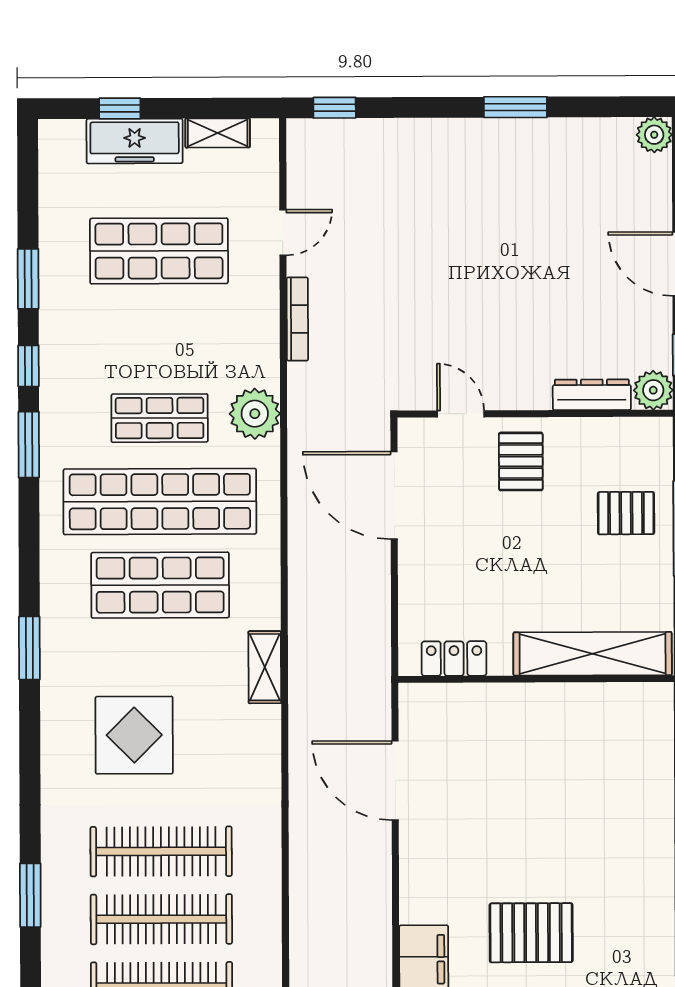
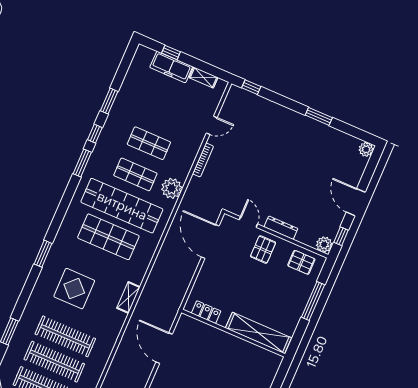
shop shelf: (159, 251) -> (149, 143), moved, width x0.70, depth x0.74
dresser: (592, 395) -> (281, 228), moved
pallet: (626, 513) -> (301, 262), moved
window: (29, 648) -> (43, 254), moved
shelving: (265, 667) -> (128, 298), moved

